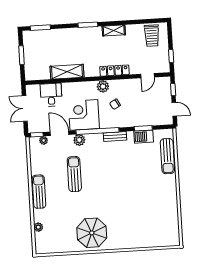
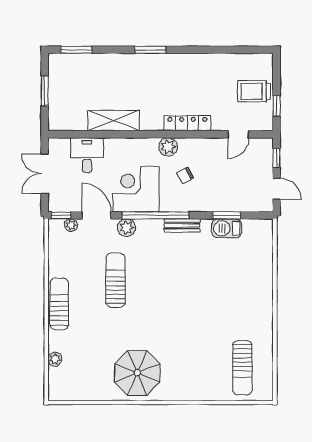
shelving: (114, 30) -> (190, 61), removed
trolley: (152, 36) -> (254, 91), moved, turned 90
sun lounger: (167, 156) -> (242, 368), moved

